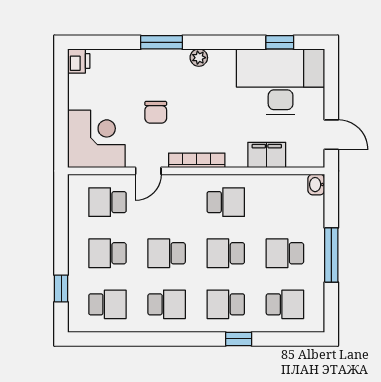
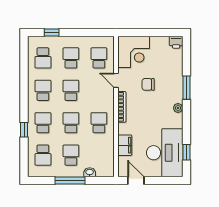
door: (331, 135) -> (136, 181), swing flipped
washbasin: (316, 185) -> (90, 172), moved
school desk: (226, 202) -> (99, 123), turned 180
school desk: (167, 304) -> (43, 90), turned 180

